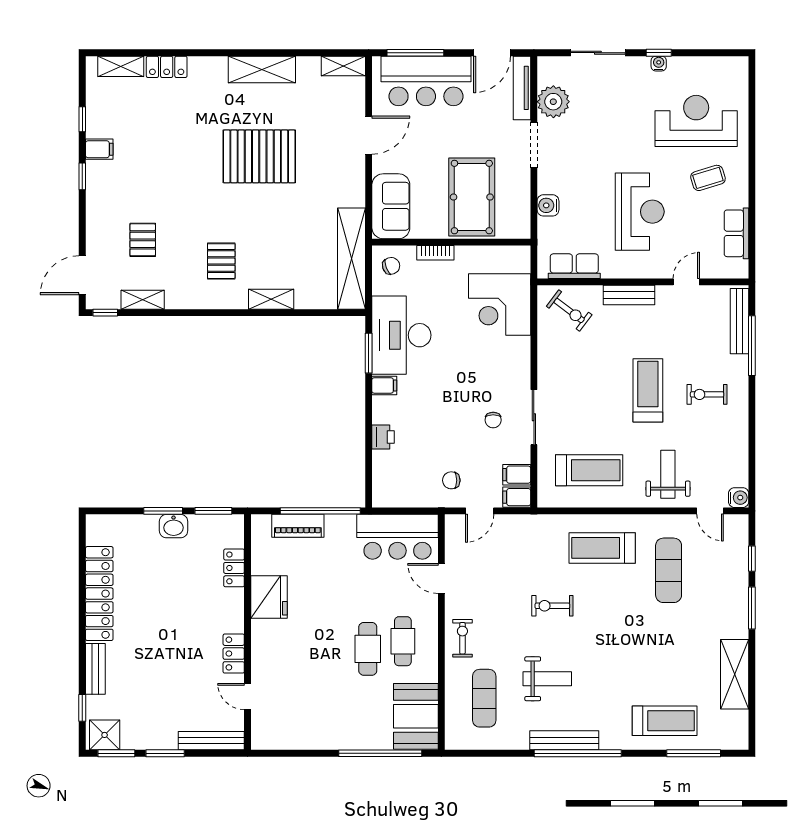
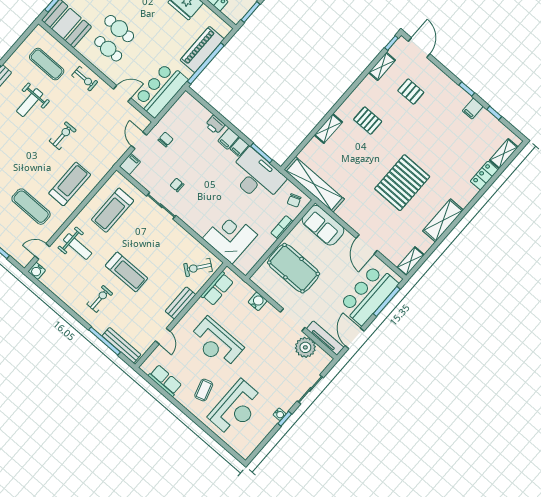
filing cabinet: (517, 475) -> (228, 139), moved, turned 180
piano: (298, 526) -> (202, 49), width x1.37, depth x1.33

